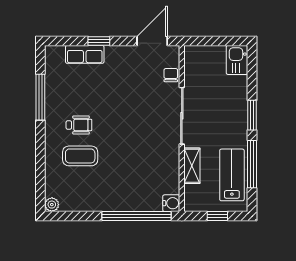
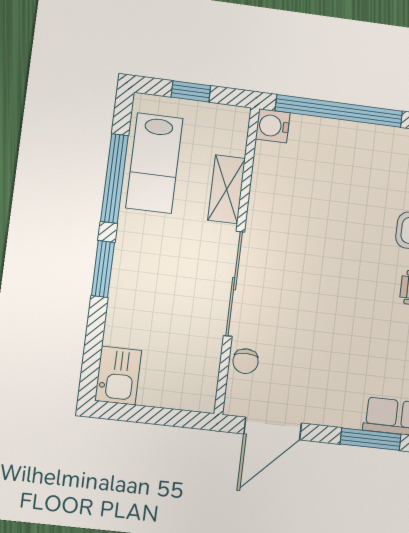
window: (99, 41) -> (371, 439), width x1.50

